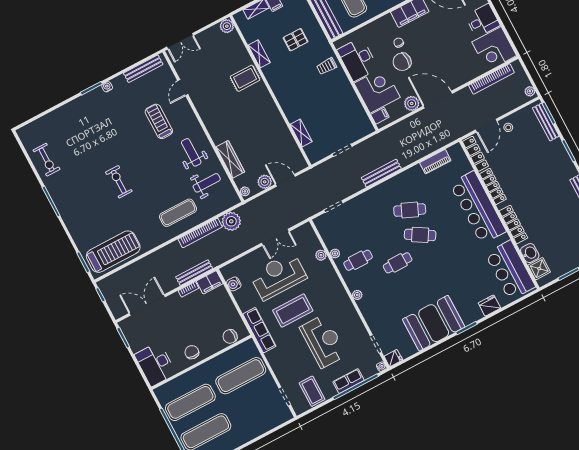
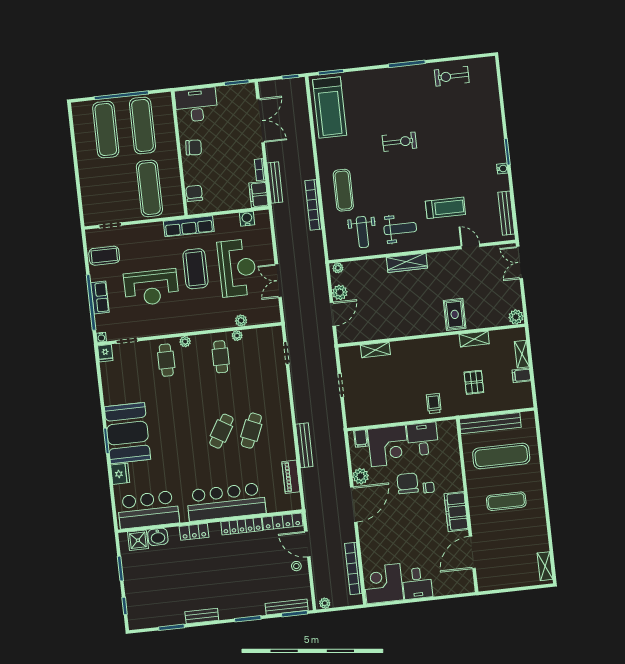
desk: (358, 59) -> (423, 439), width x0.73
wardrobe: (230, 159) -> (407, 263), moved
bench: (381, 173) -> (304, 445), moved
plant: (231, 221) -> (313, 242), removed
locker: (513, 224) -> (194, 532), width x0.66
cafe table: (398, 263) -> (166, 360), moved
booth: (434, 323) -> (127, 433), moved

